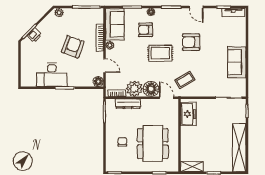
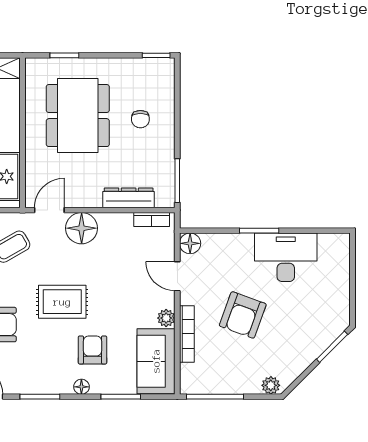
armchair: (146, 30) -> (93, 350), turned -90
printer: (34, 35) -> (321, 339), removed
plant: (134, 89) -> (116, 229), removed
door: (167, 98) -> (49, 210), swing flipped

